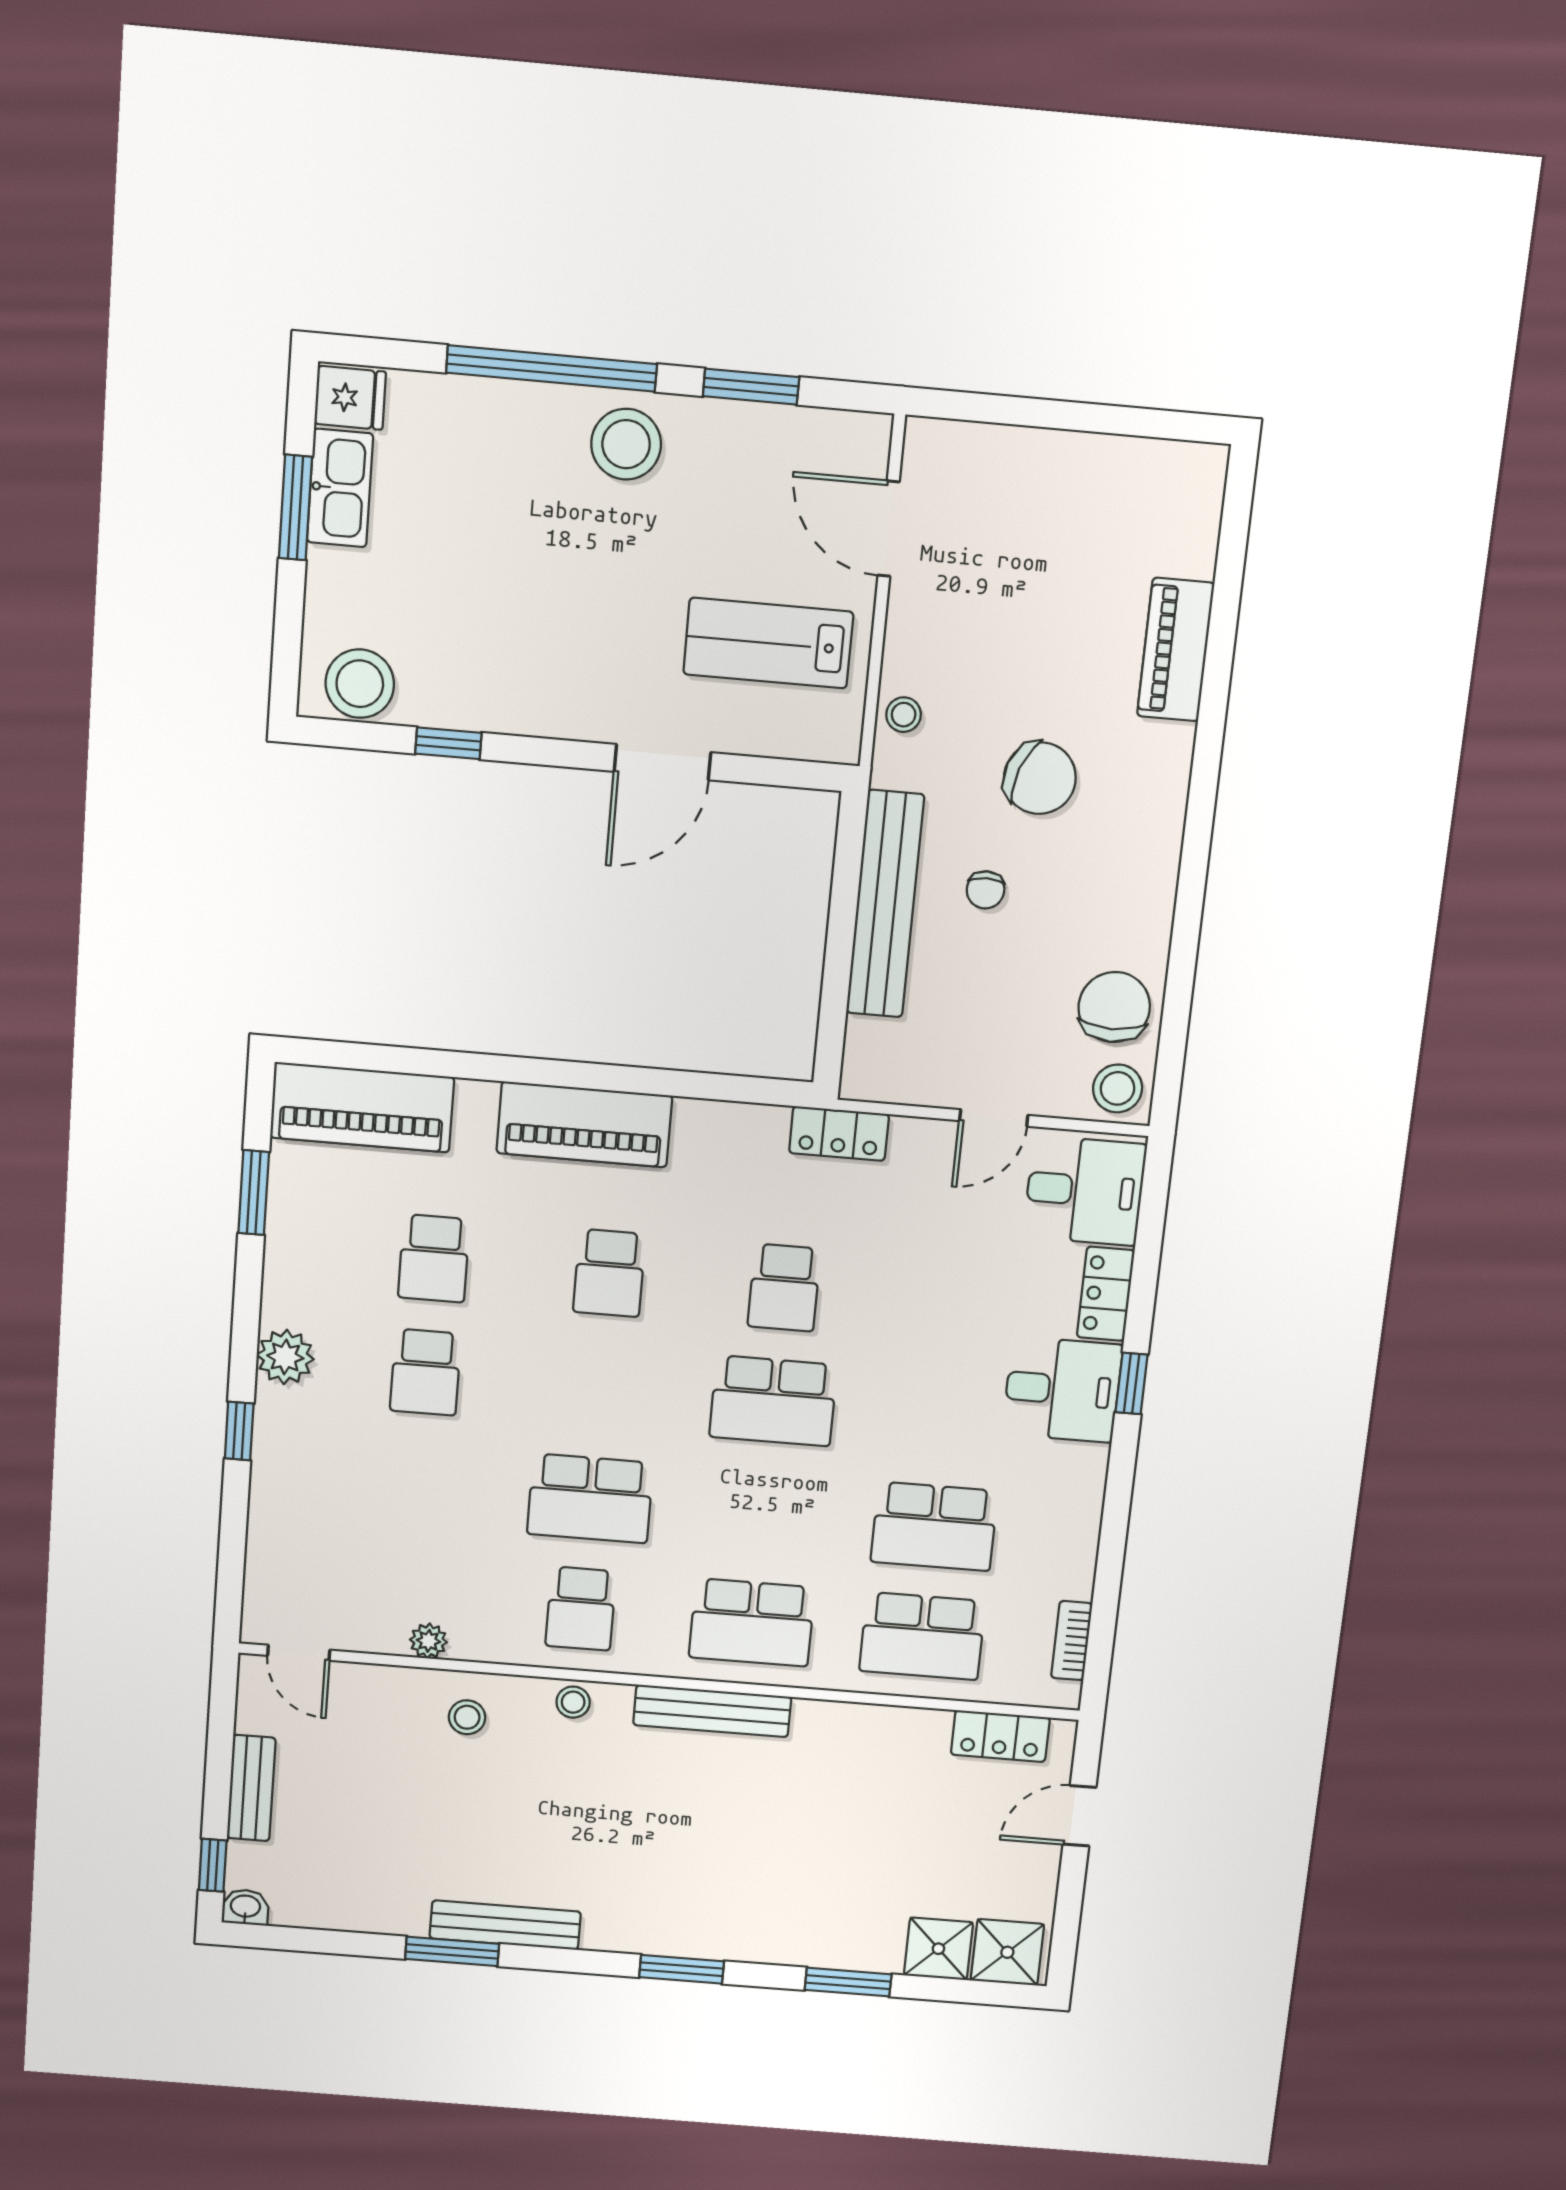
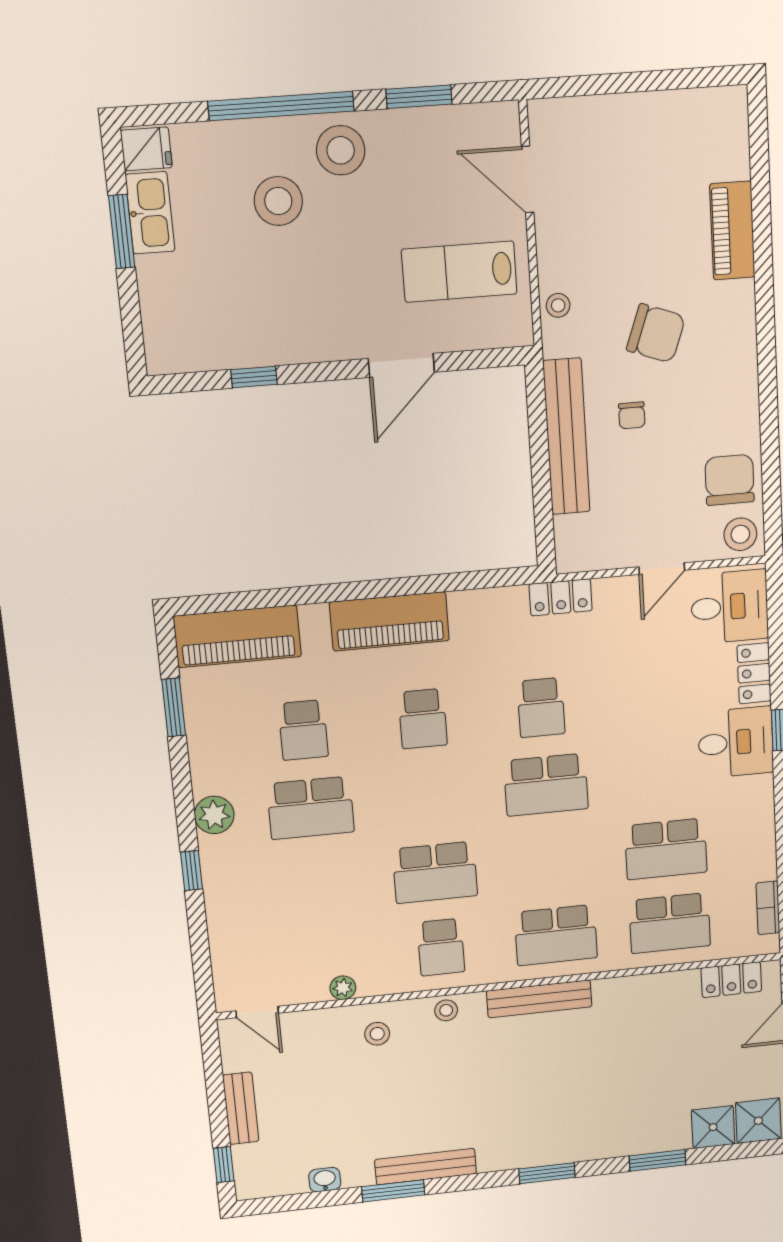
stool: (360, 684) -> (278, 201), moved
school desk: (426, 1372) -> (311, 808), width x1.85
washbasin: (245, 1907) -> (325, 1180), moved

